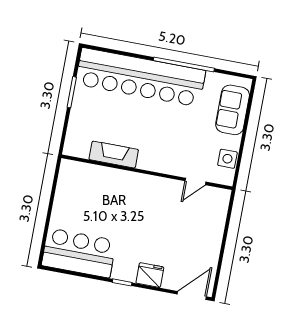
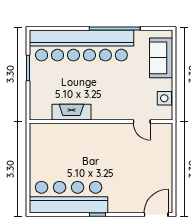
door: (195, 181) -> (142, 122), hinge flipped
bar counter: (79, 253) -> (69, 197), width x1.36
fridge: (150, 275) -> (119, 204), removed

